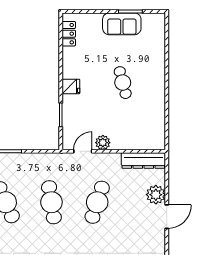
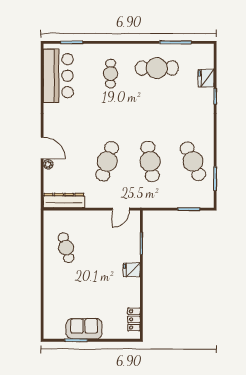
cafe table: (123, 83) -> (66, 248), moved
plant: (103, 143) -> (102, 217), removed
plant: (156, 195) -> (48, 164), width x0.53, depth x0.53
door: (167, 217) -> (42, 148), swing flipped

